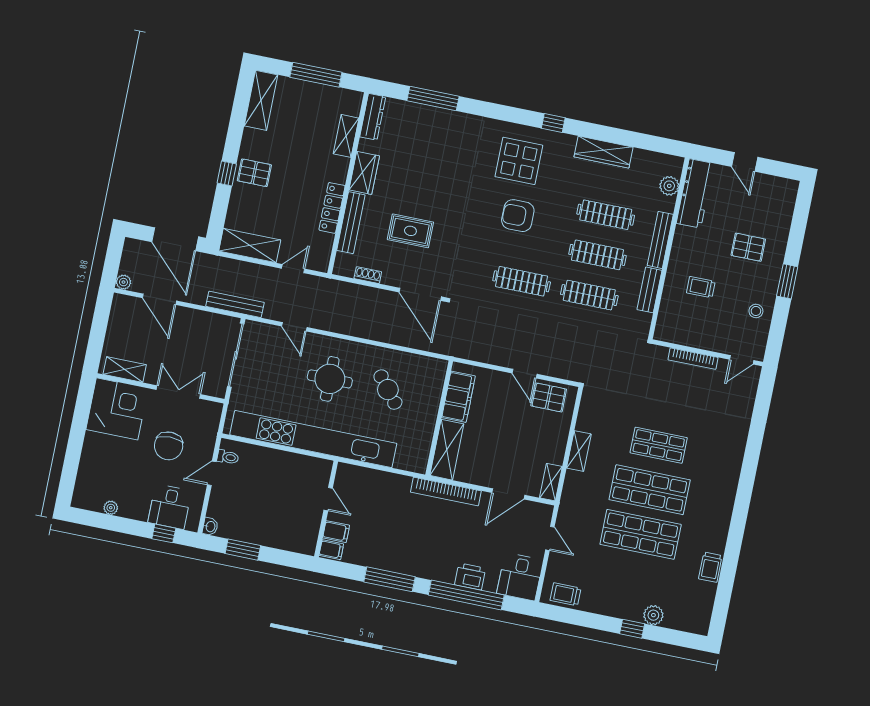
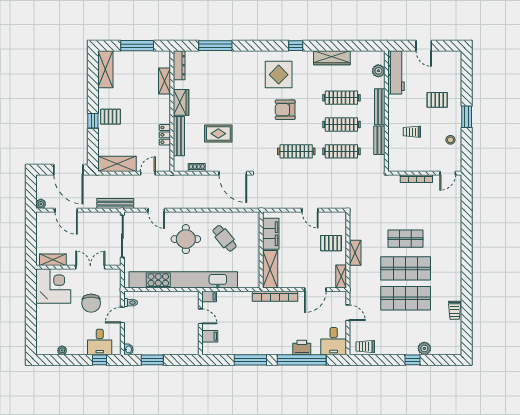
locker: (332, 208) -> (165, 135), width x0.66
pallet: (549, 397) -> (331, 243), moved
filing cabinet: (331, 550) -> (209, 296), moved

